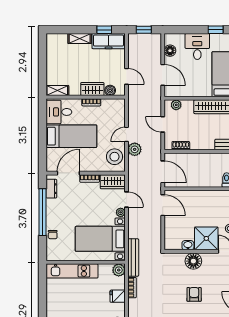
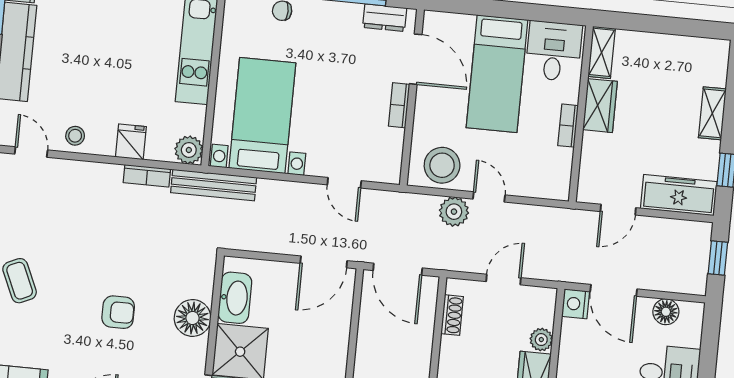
freezer: (109, 41) -> (679, 195), moved, turned 90
door: (163, 75) -> (614, 290), hinge flipped
wardrobe: (92, 89) -> (600, 106), moved
boiler: (110, 90) -> (591, 170), removed
nightstand: (170, 91) -> (576, 304), added
plant: (176, 105) -> (541, 340), moved
door: (163, 172) -> (398, 269), hinge flipped
wardrobe: (113, 182) -> (387, 156), removed
door: (127, 199) -> (344, 183), hinge flipped
plant: (121, 212) -> (317, 167), removed
washbasin: (188, 245) -> (235, 298), width x1.91, depth x1.45

